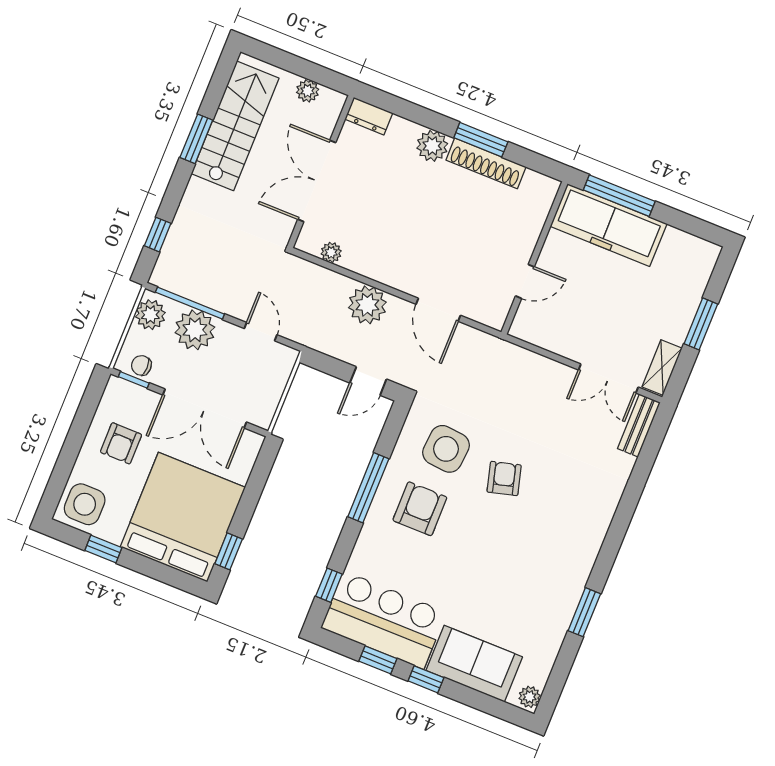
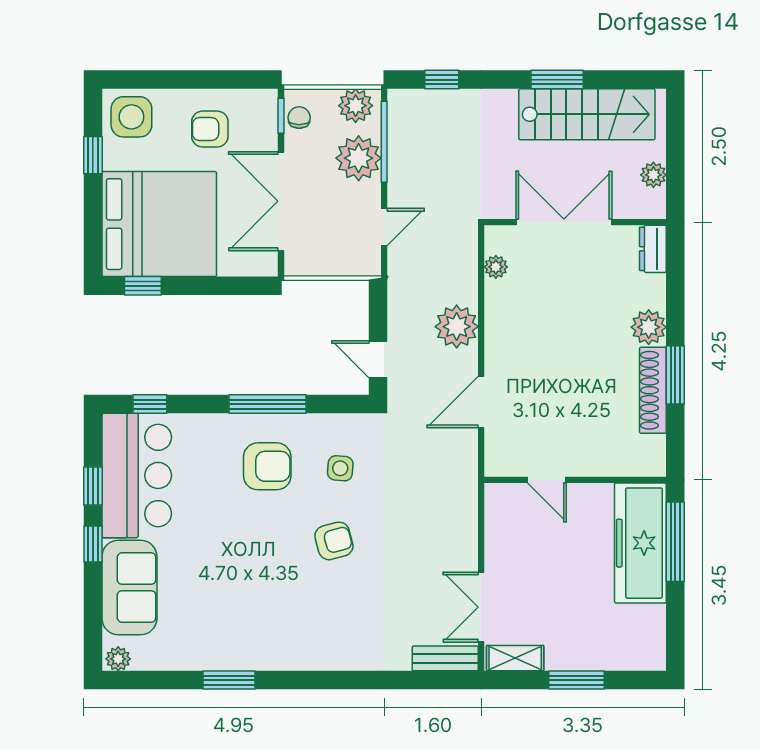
side table: (446, 449) -> (340, 468), width x0.54, depth x0.54

